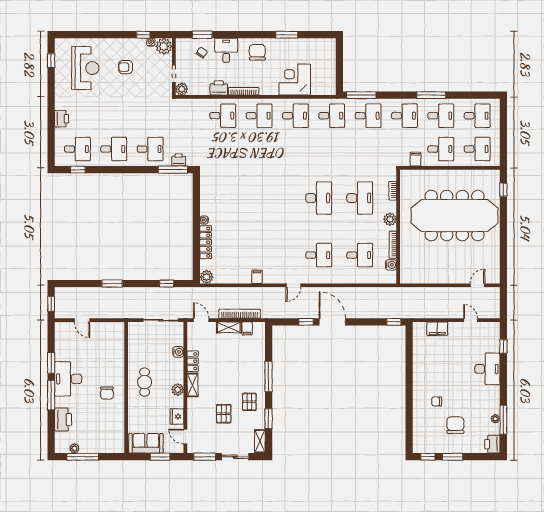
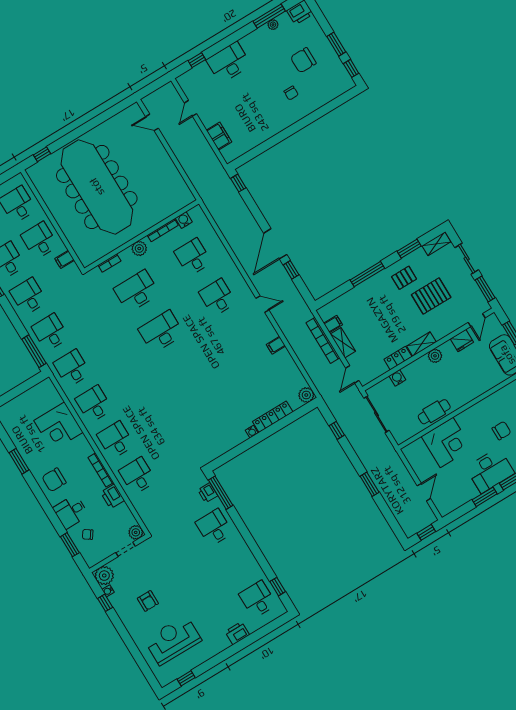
desk: (114, 149) -> (236, 563), removed
corner desk: (108, 359) -> (447, 442), added
cafe table: (145, 382) -> (434, 412), moved
chair: (107, 393) -> (501, 431), moved
pallet: (224, 414) -> (431, 296), width x1.50, depth x1.42

